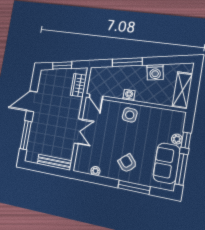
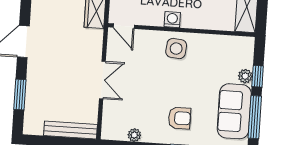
window: (26, 135) -> (20, 94), width x0.69
armchair: (127, 163) -> (180, 118), turned 131

